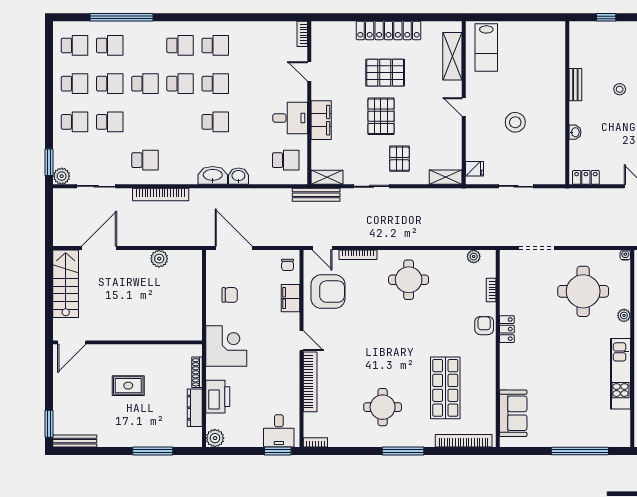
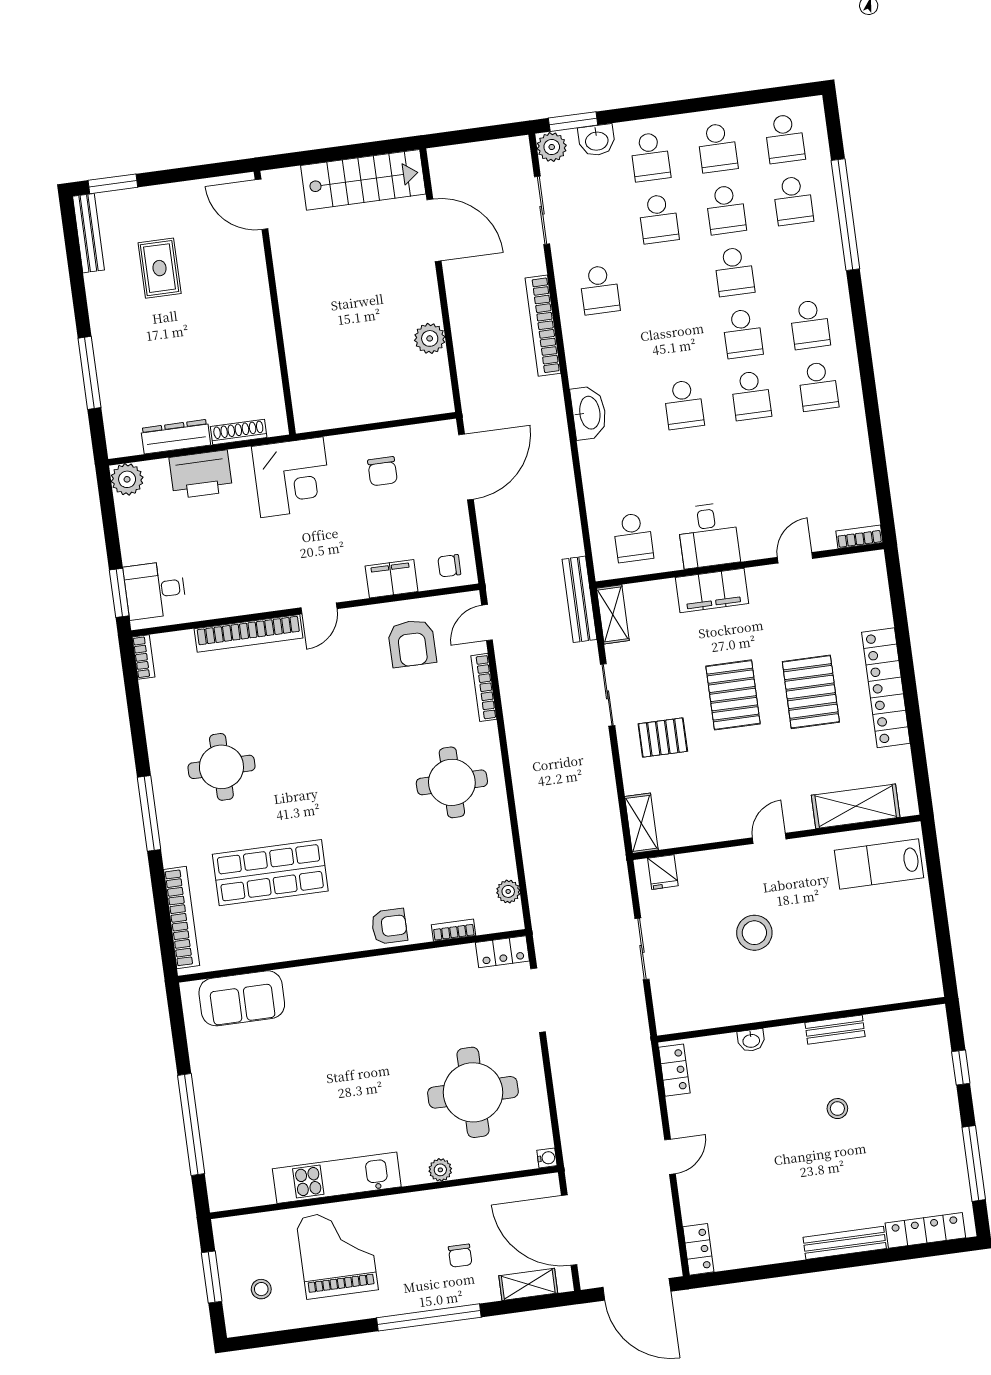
pallet: (381, 116) -> (733, 695), turned 90
washbasin: (238, 176) -> (597, 140), moved, turned 90
armchair: (328, 292) -> (412, 643), width x0.73, depth x0.73
locker: (507, 329) -> (502, 952), moved
rug: (128, 386) -> (160, 268), moved

